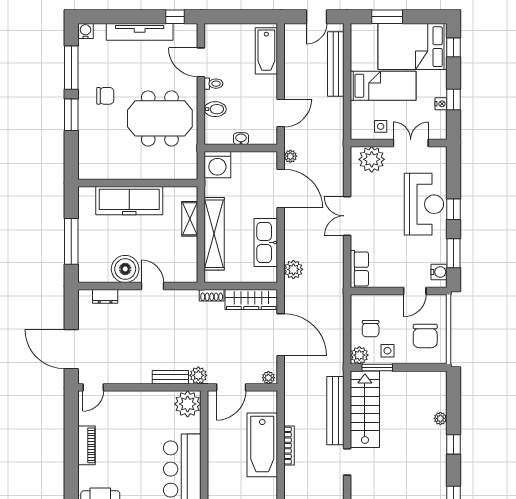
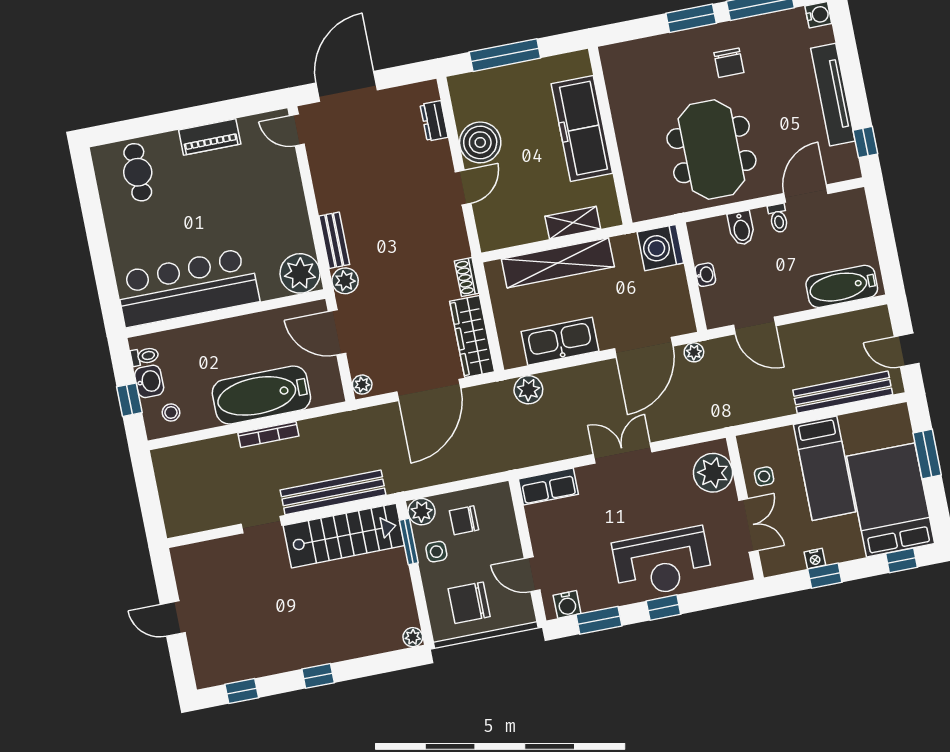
plant: (440, 418) -> (413, 637), moved

